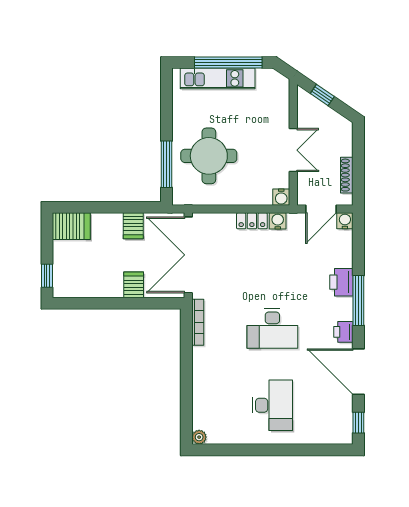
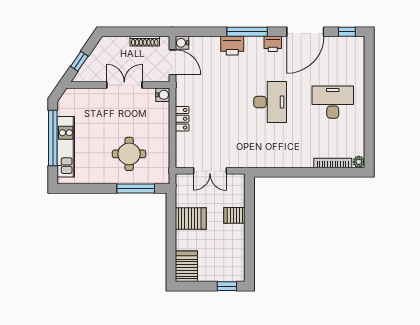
round table: (209, 156) -> (129, 154), width x0.73, depth x0.73
water cooler: (278, 221) -> (182, 98), removed
server rack: (133, 226) -> (191, 219), width x1.36, depth x1.44
double door: (188, 255) -> (210, 171), width x0.54
bookcase: (198, 322) -> (333, 163), moved

